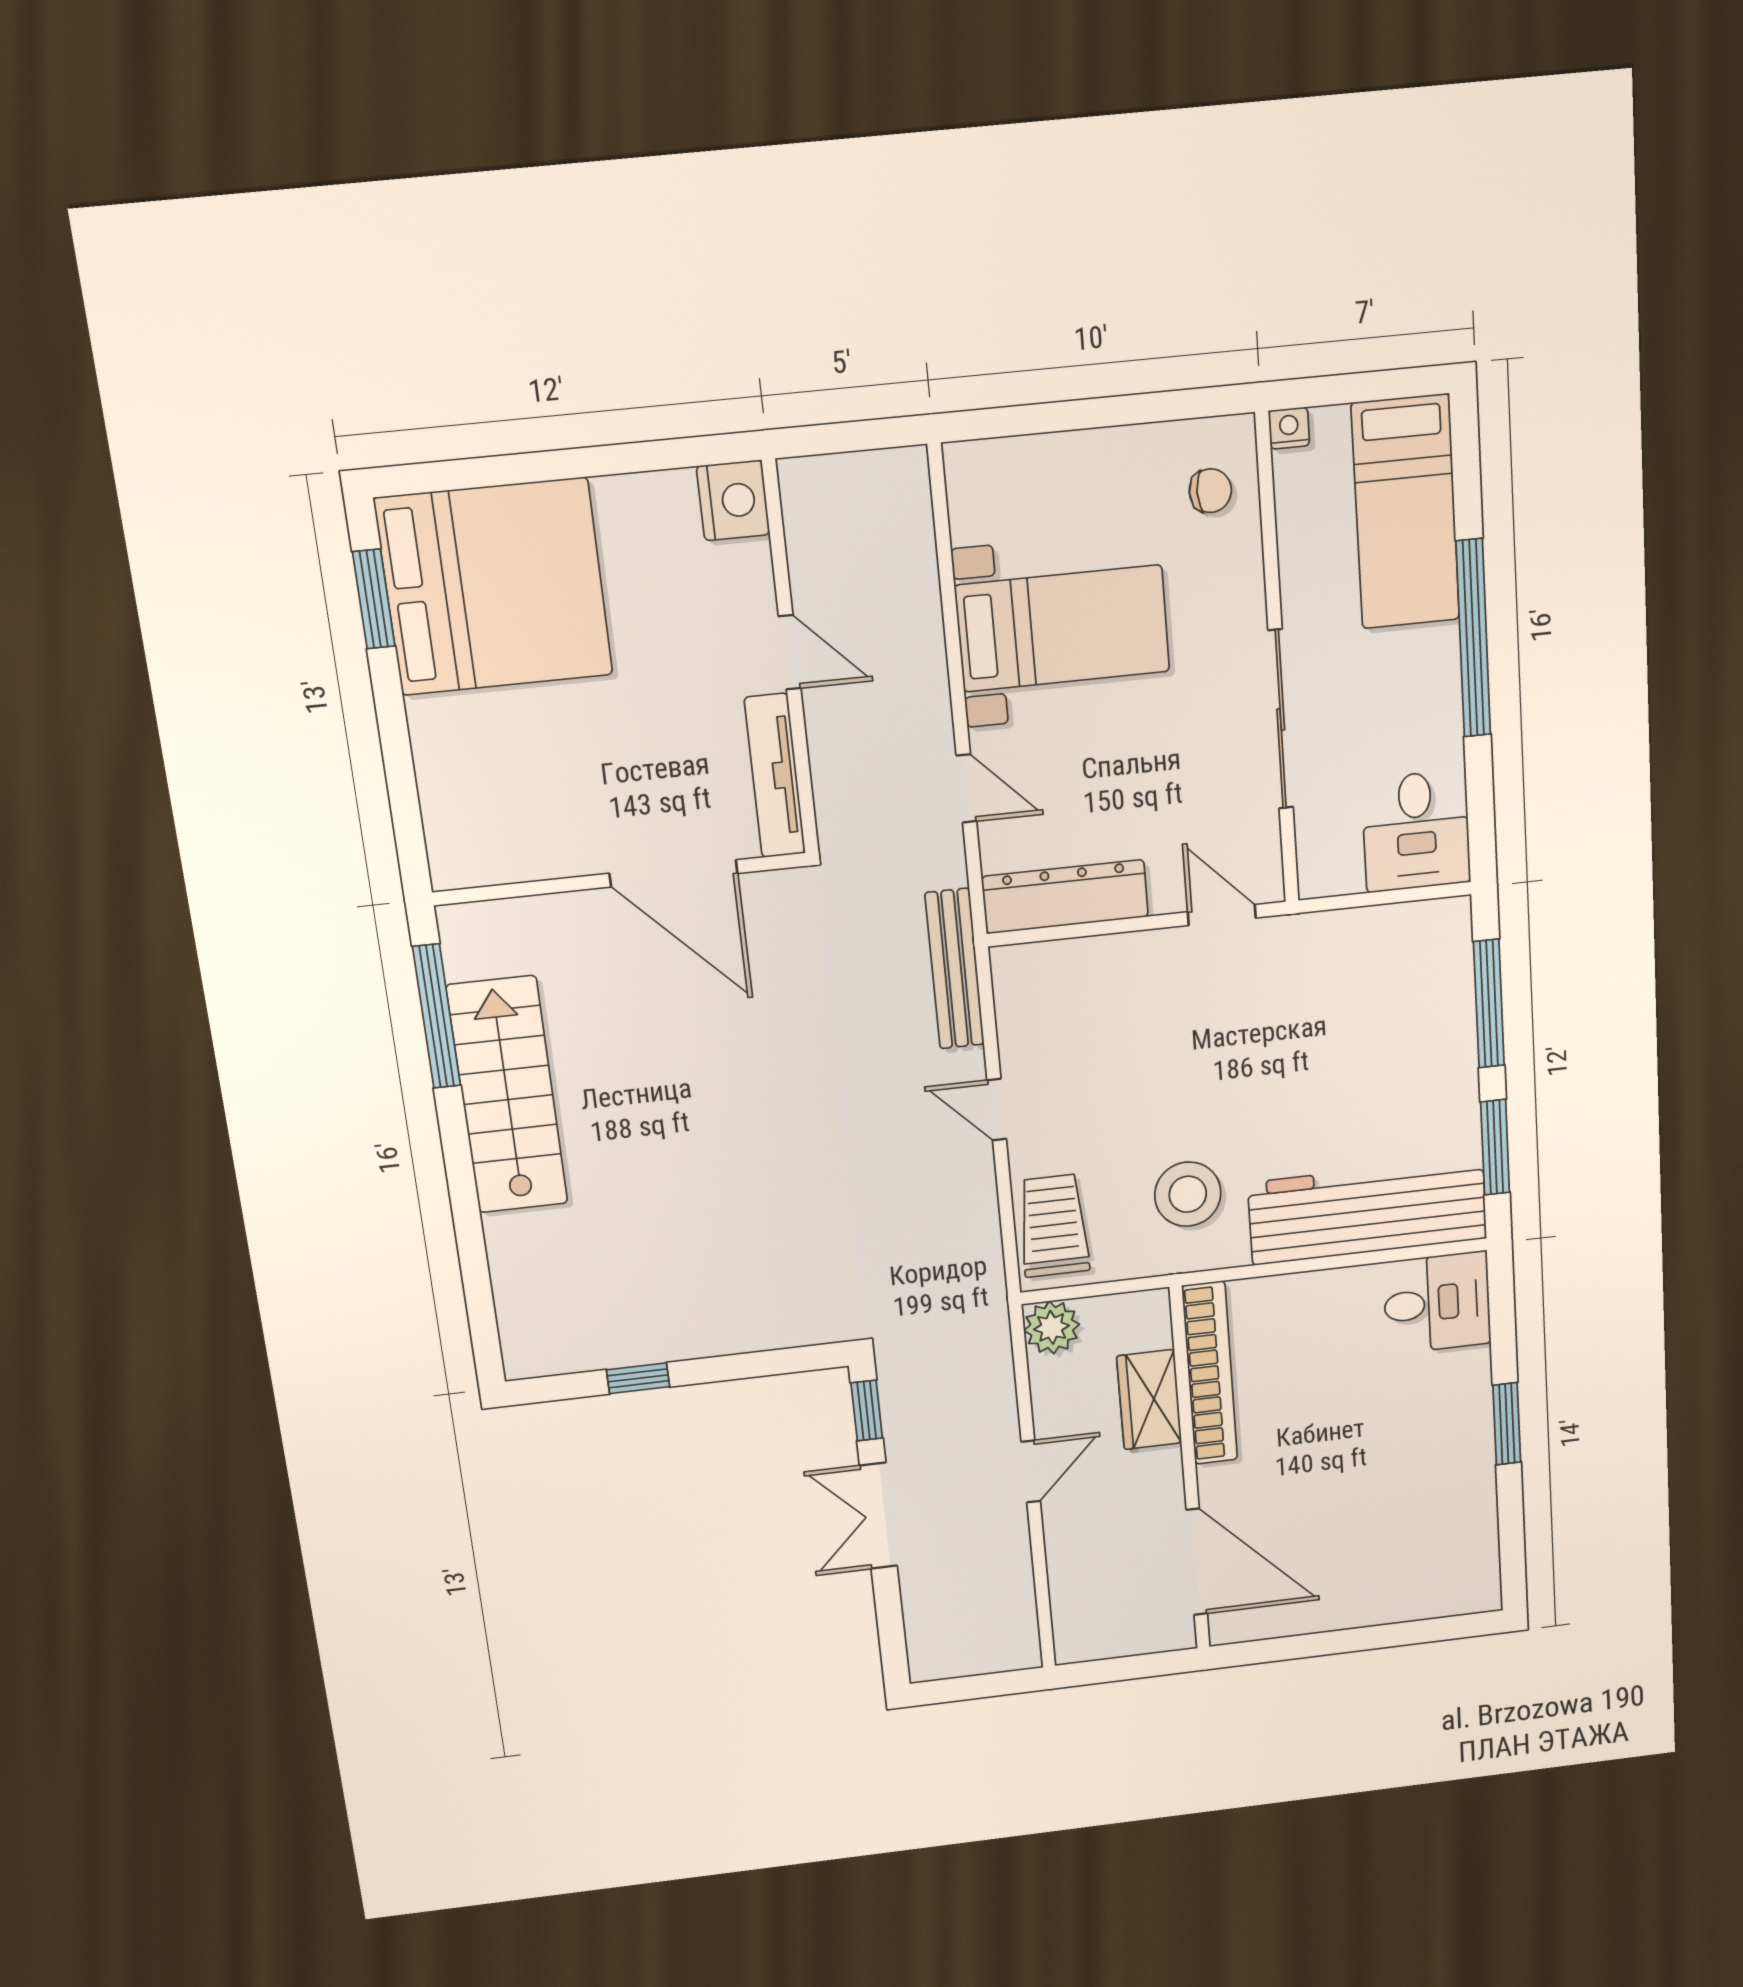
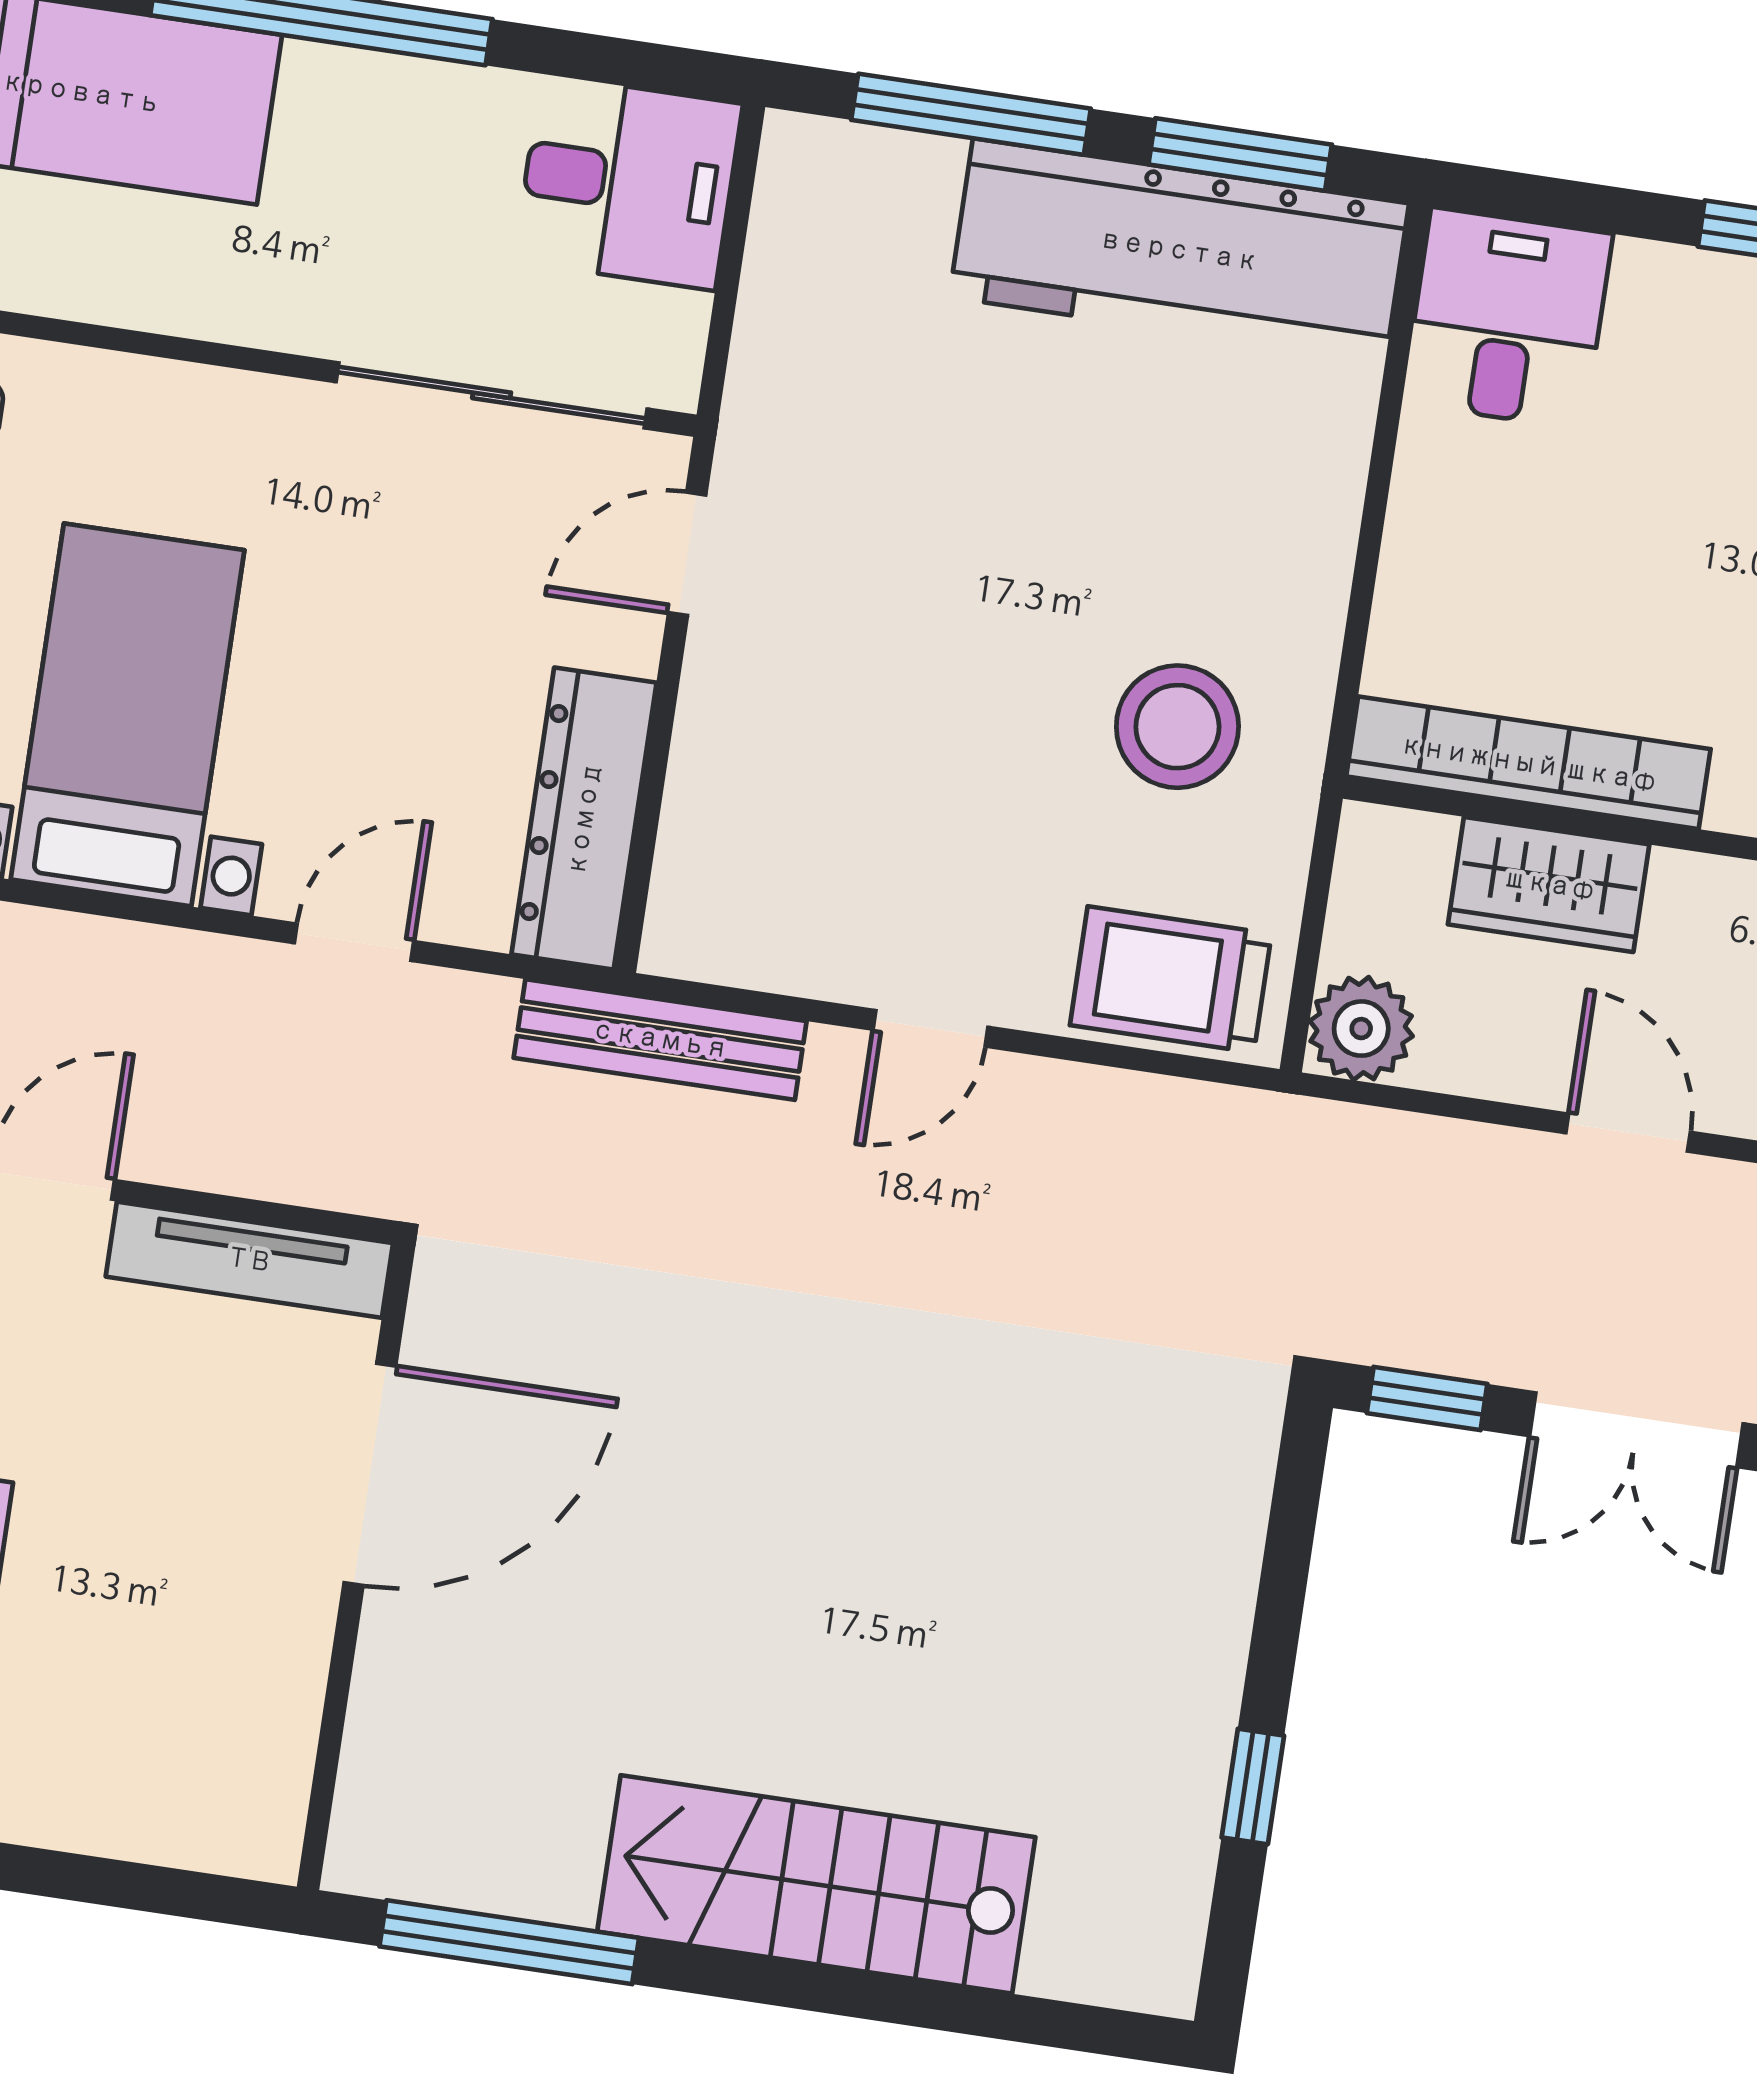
sliding door: (1281, 719) -> (492, 395), moved
stairs: (507, 1095) -> (816, 1884), moved
workbench: (1368, 1211) -> (1179, 250), moved, turned -90

